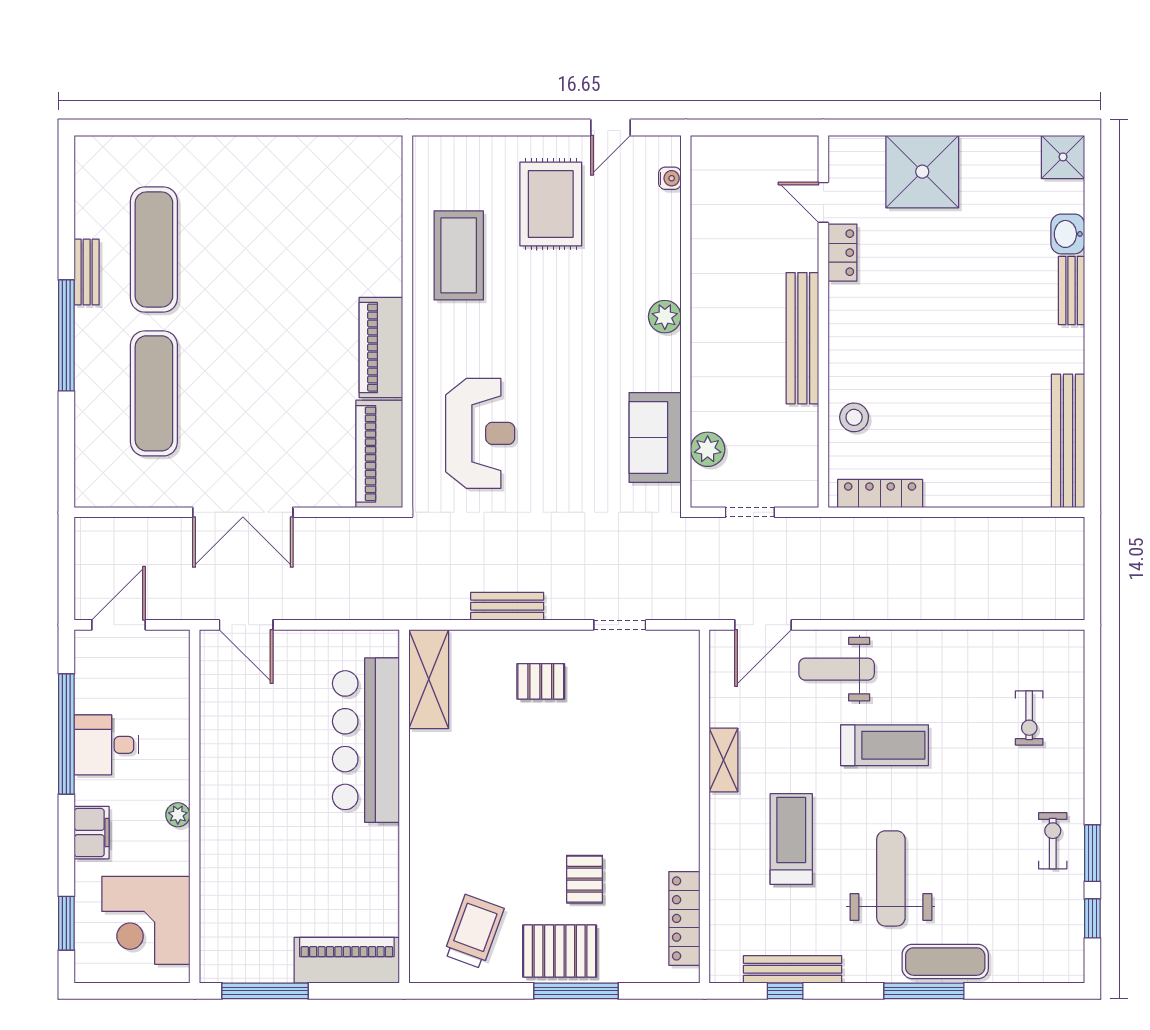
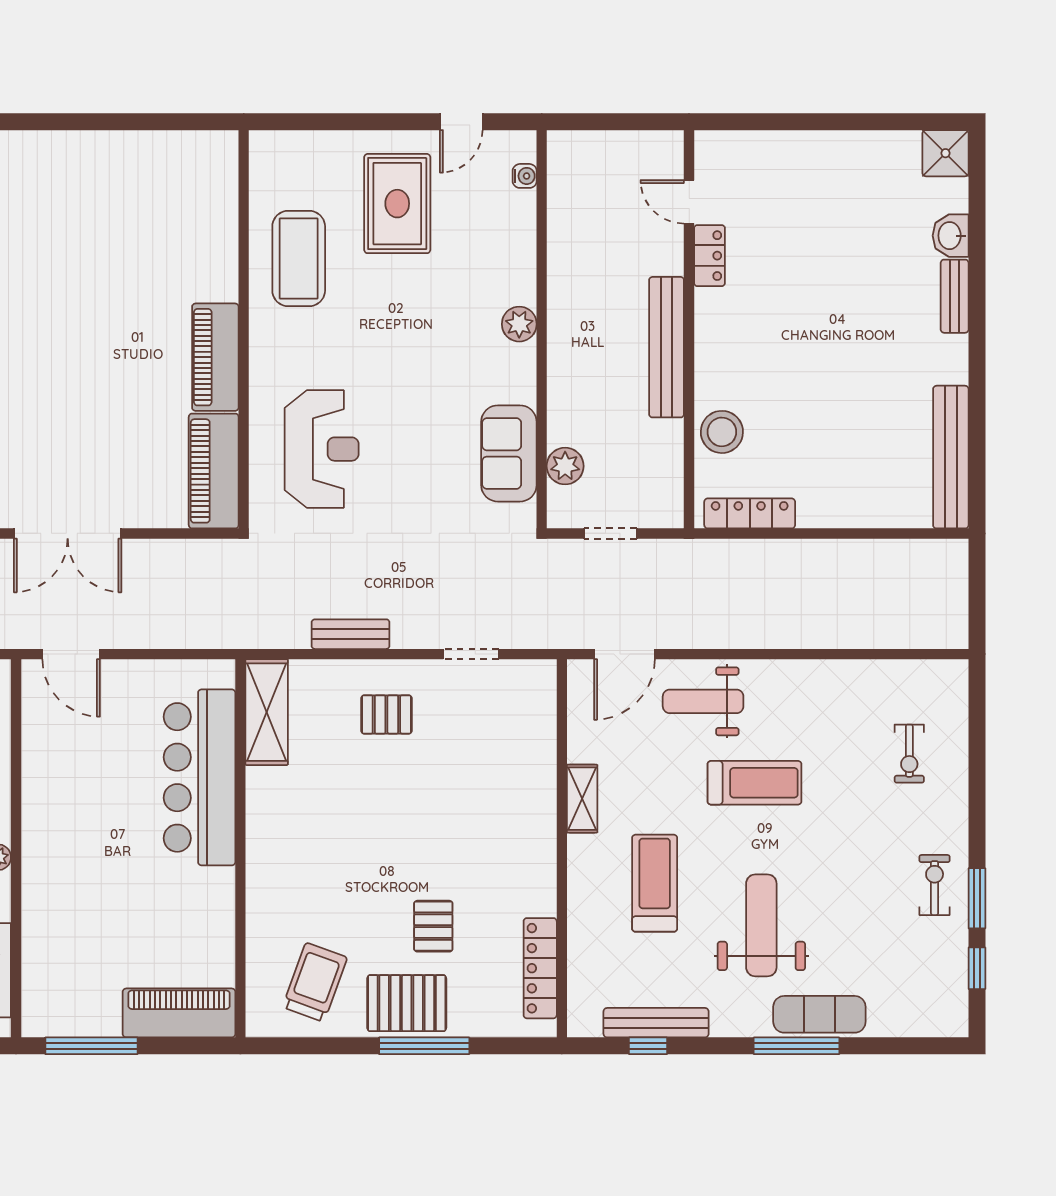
shower: (922, 172) -> (795, 169), removed
stool: (854, 417) -> (722, 432), width x1.38, depth x1.38

